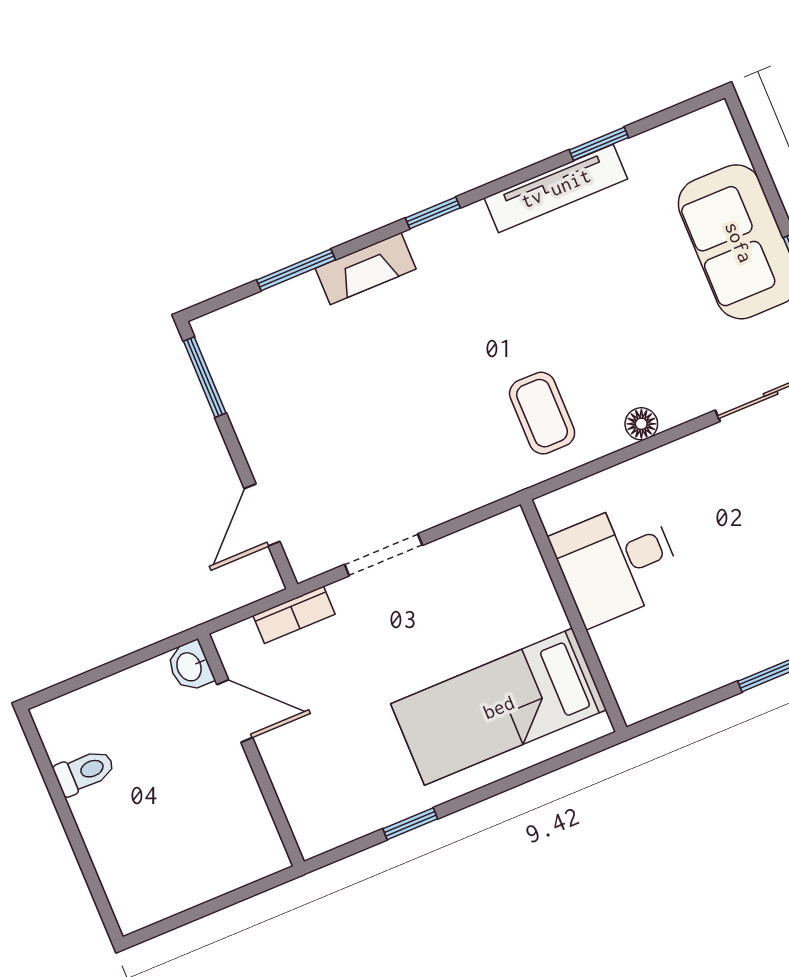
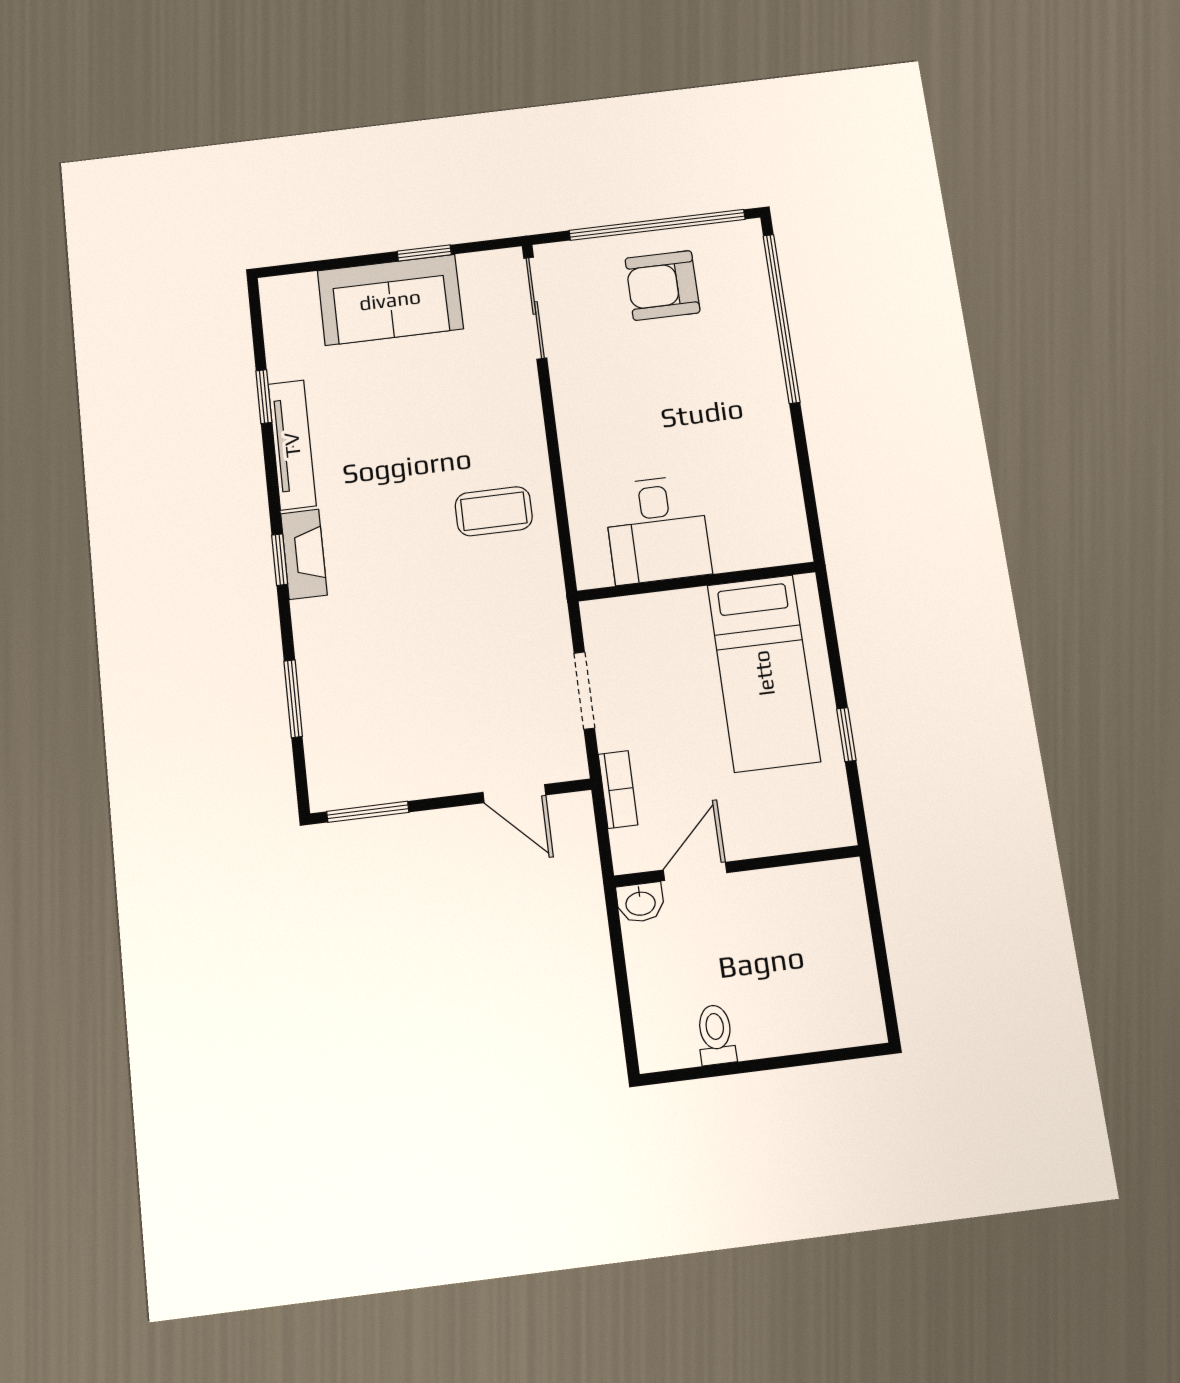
fireplace: (366, 269) -> (304, 554), moved
floor lamp: (641, 424) -> (529, 426), removed
desk: (617, 562) -> (657, 529), moved
wall: (574, 616) -> (696, 581), moved
bed: (499, 707) -> (764, 673), moved

